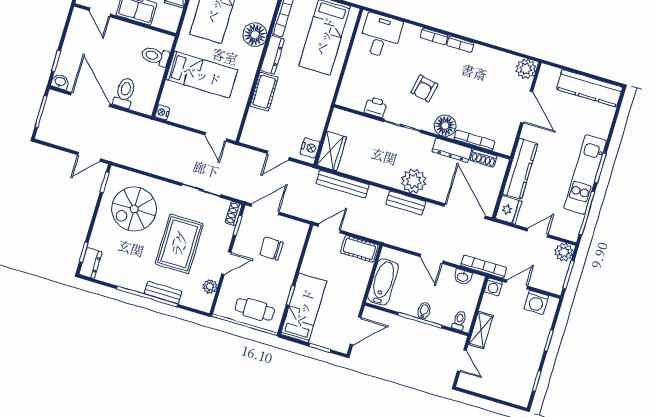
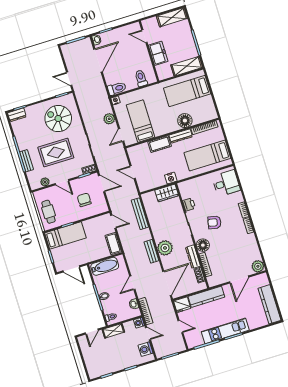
door: (100, 12) -> (144, 36), hinge flipped
bed: (202, 75) -> (141, 121), moved, turned 180
toilet: (125, 93) -> (117, 88), moved
nightstand: (310, 148) -> (171, 178), moved
wardrobe: (332, 151) -> (167, 193), moved
plant: (564, 252) -> (109, 119), moved

